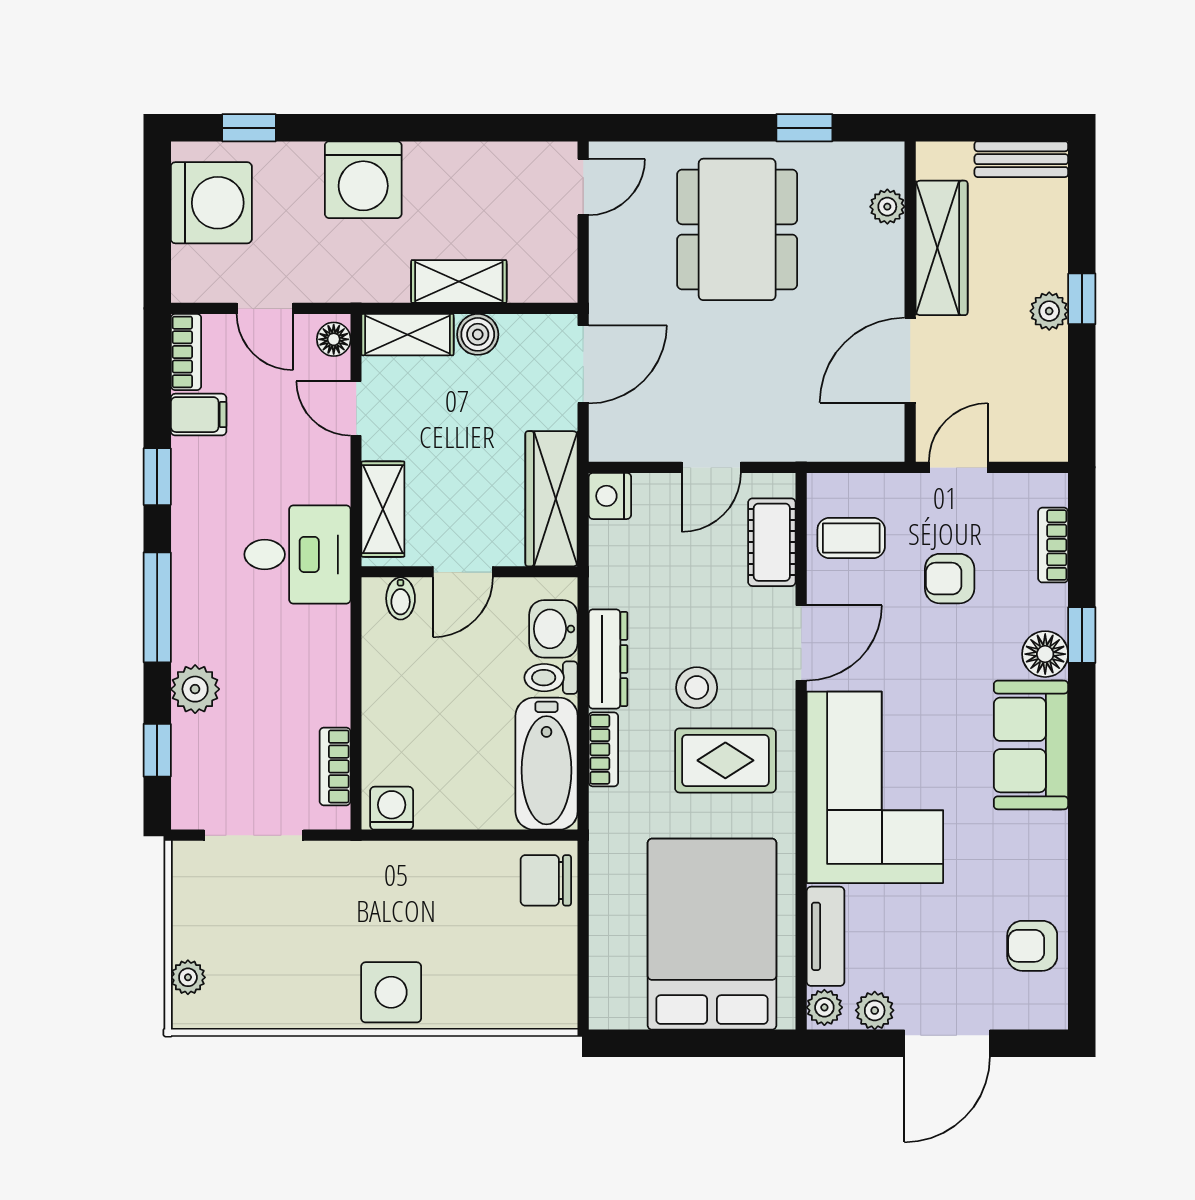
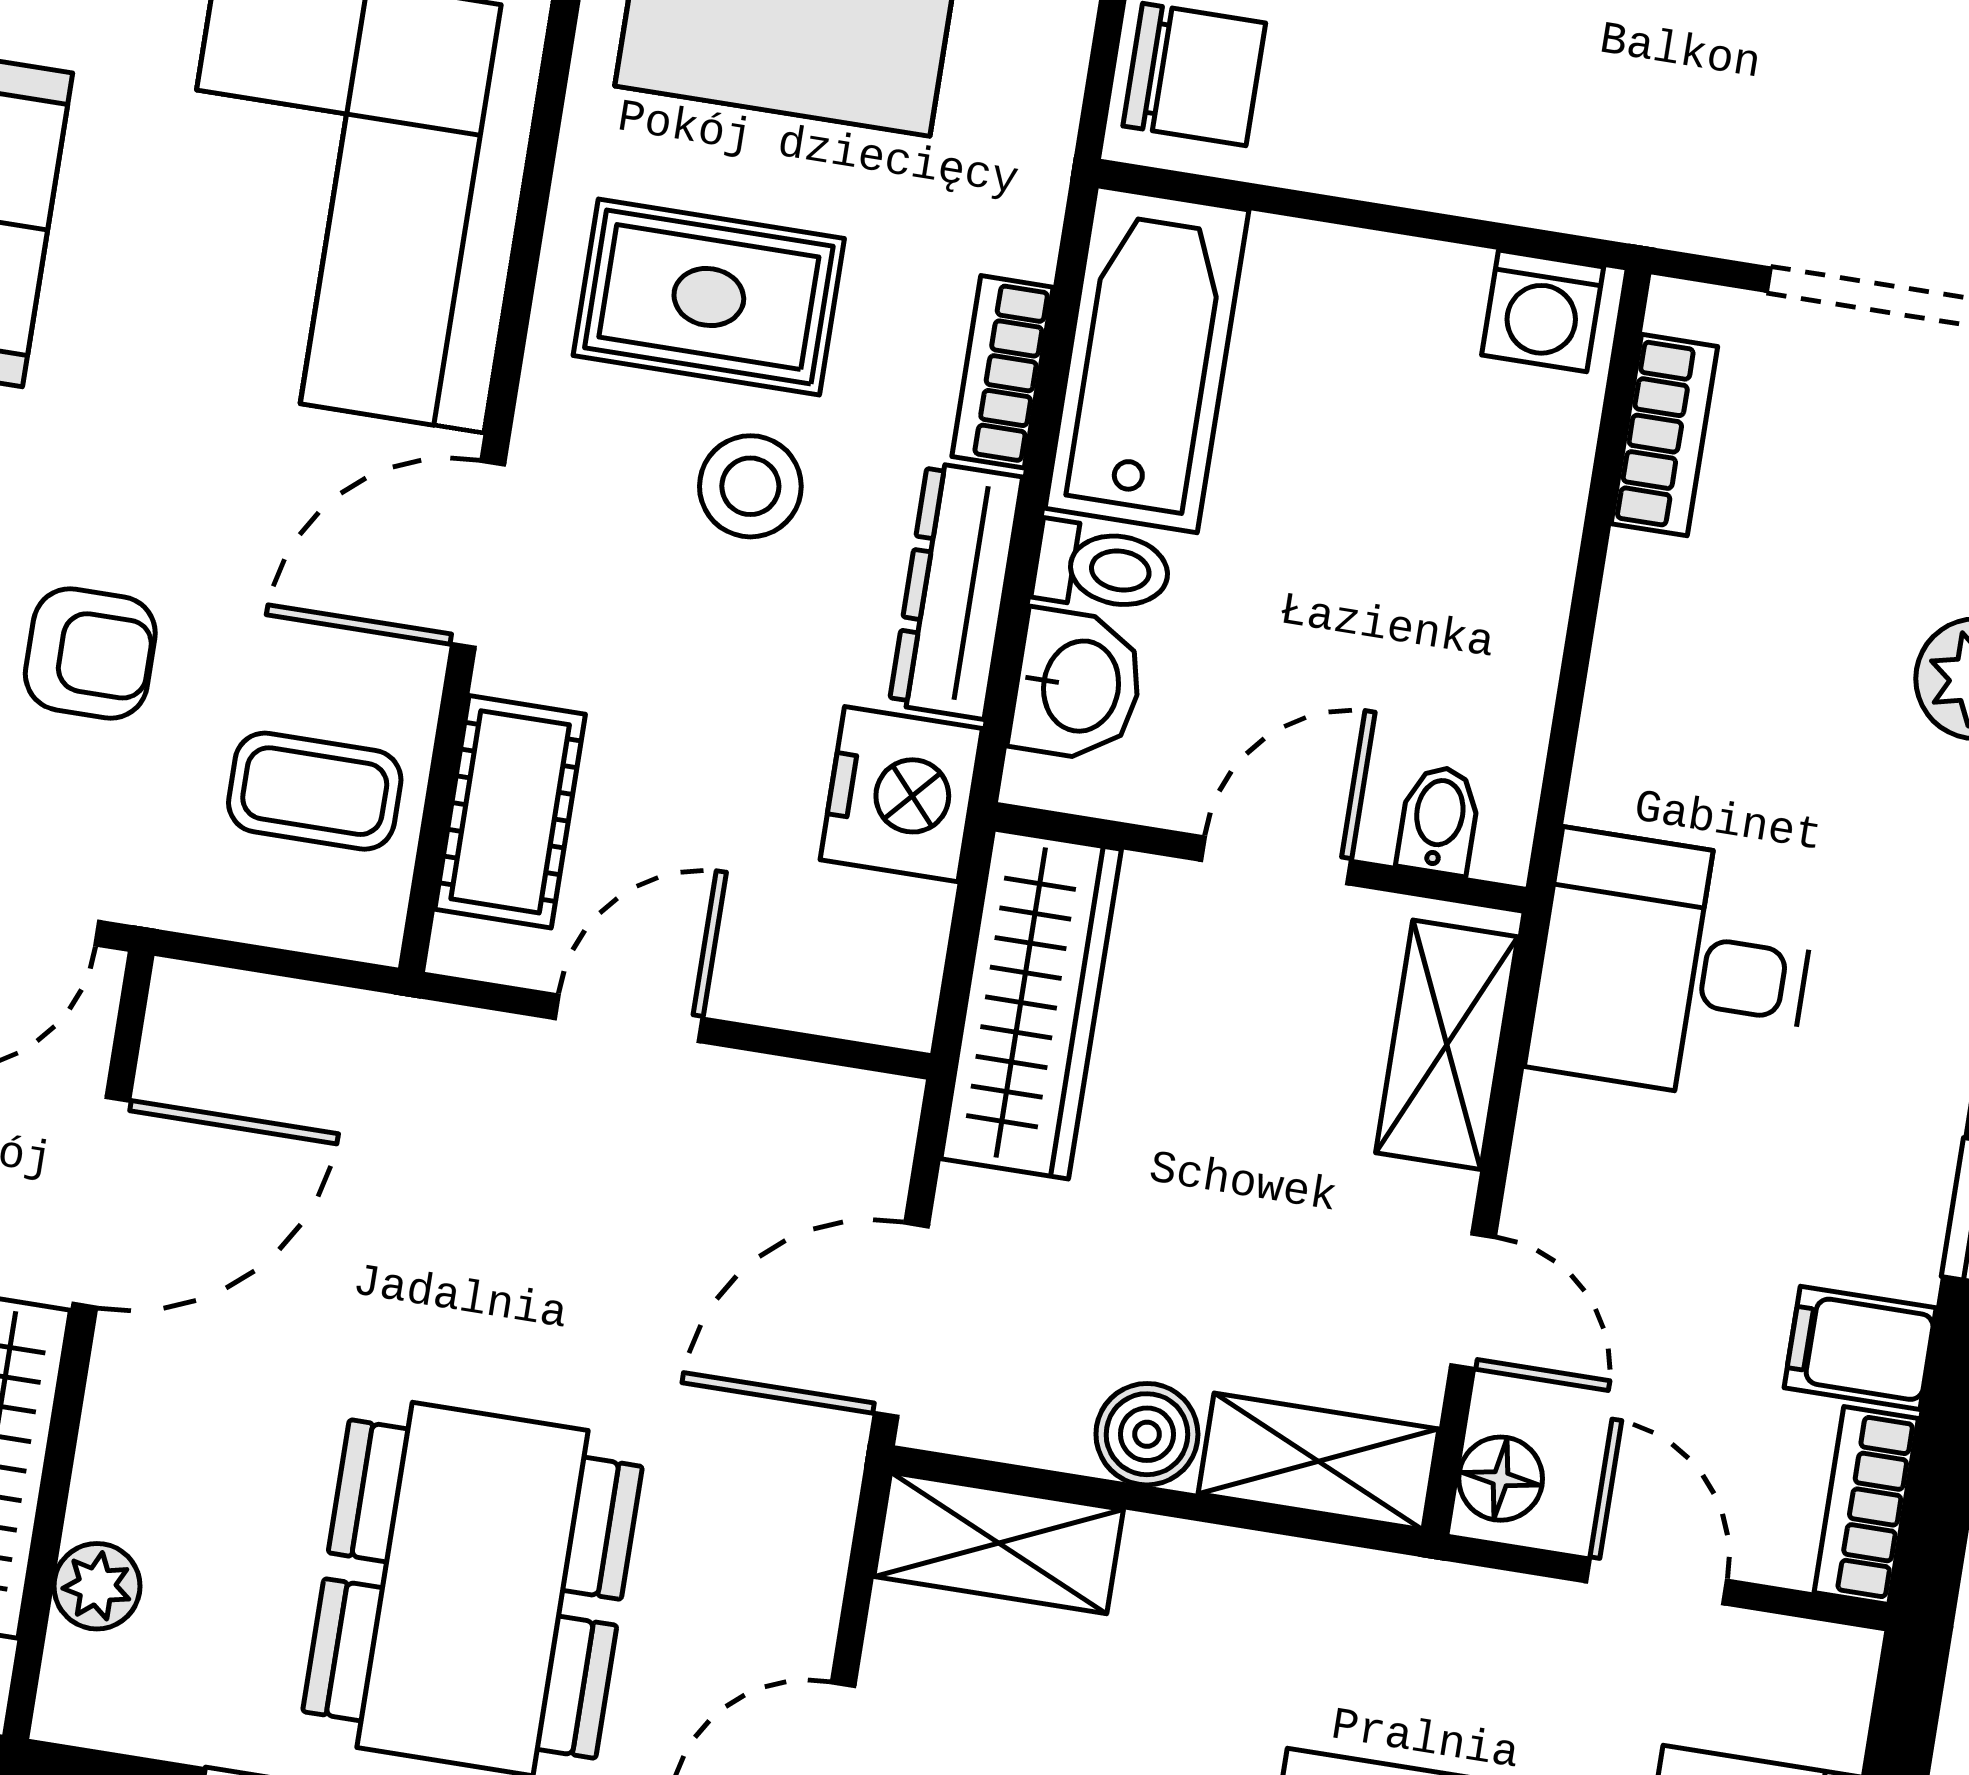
shelving: (459, 281) -> (999, 1543), moved
nightstand: (610, 496) -> (901, 794), moved, width x1.36, depth x1.33

